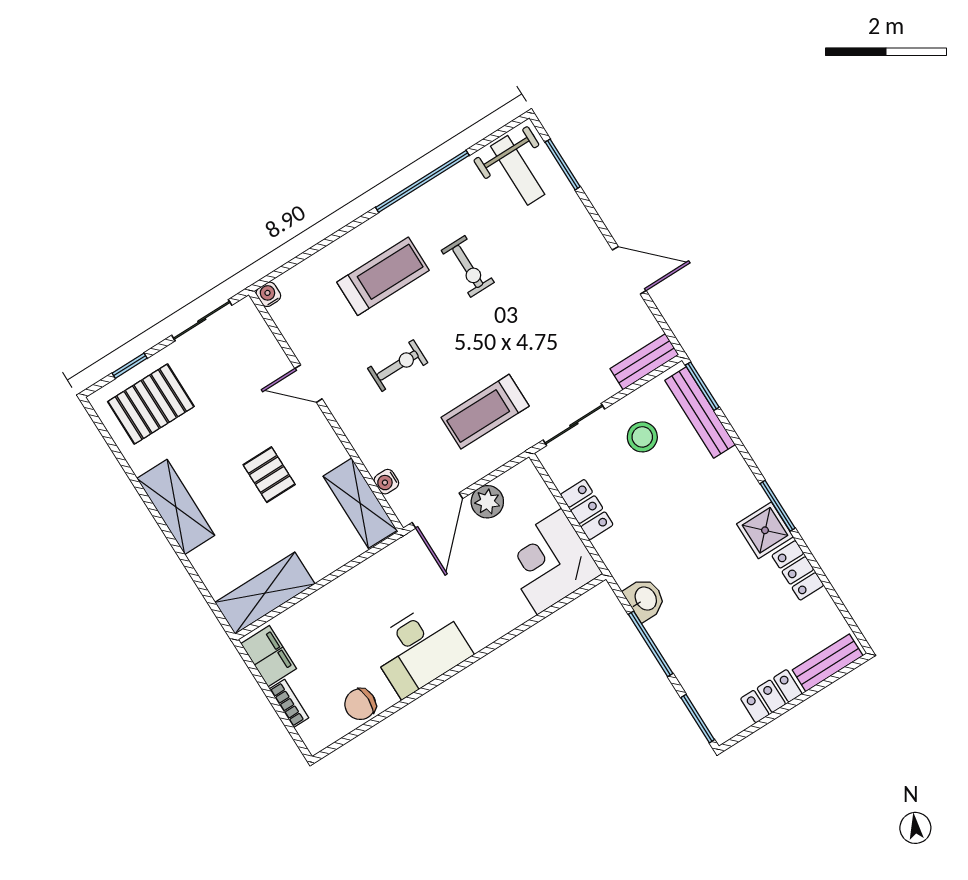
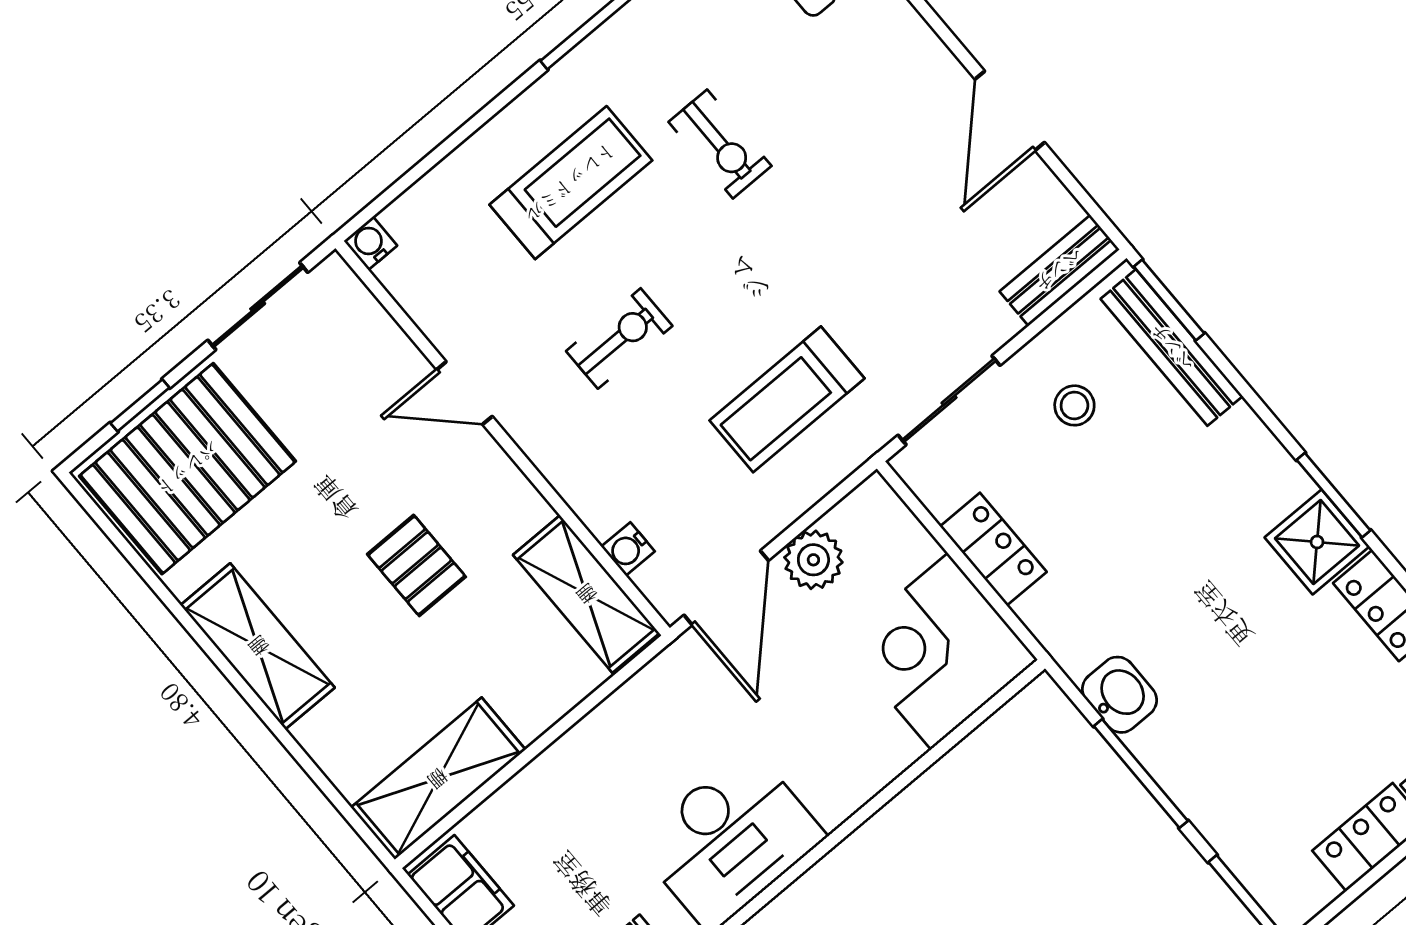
door: (629, 270) -> (1010, 111), swing flipped
pallet: (151, 404) -> (188, 469), width x1.37, depth x1.41
stool: (642, 437) -> (1074, 405), width x0.73, depth x0.73

